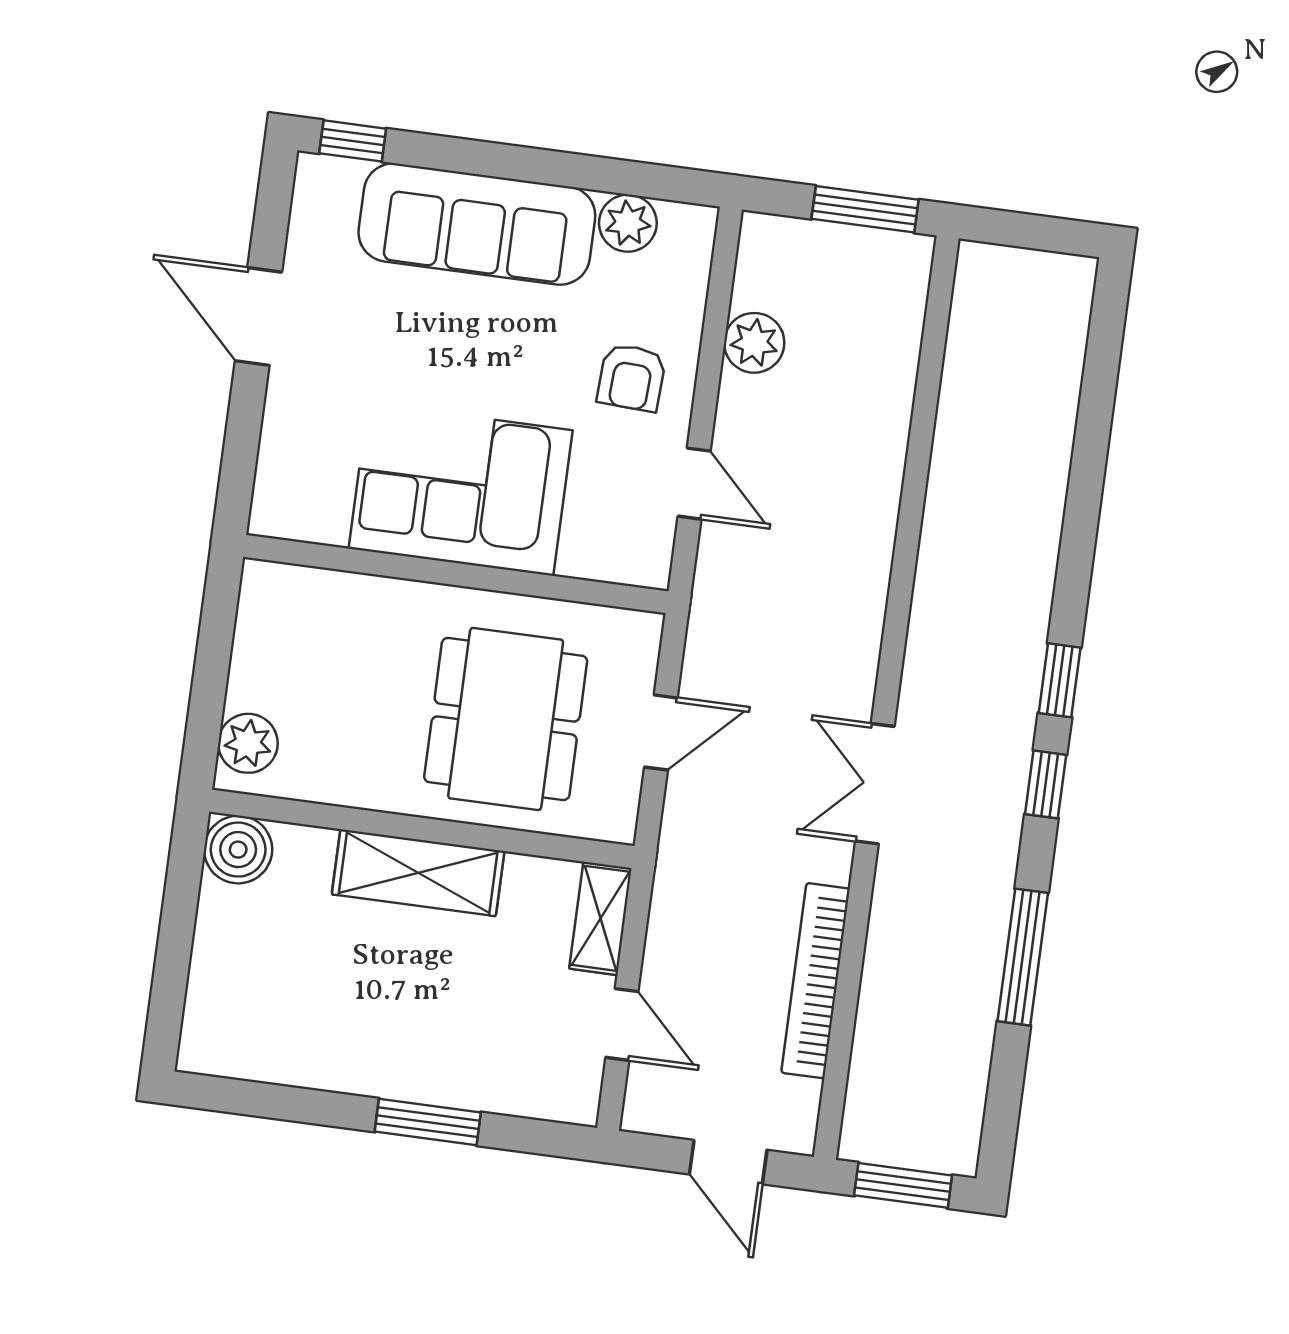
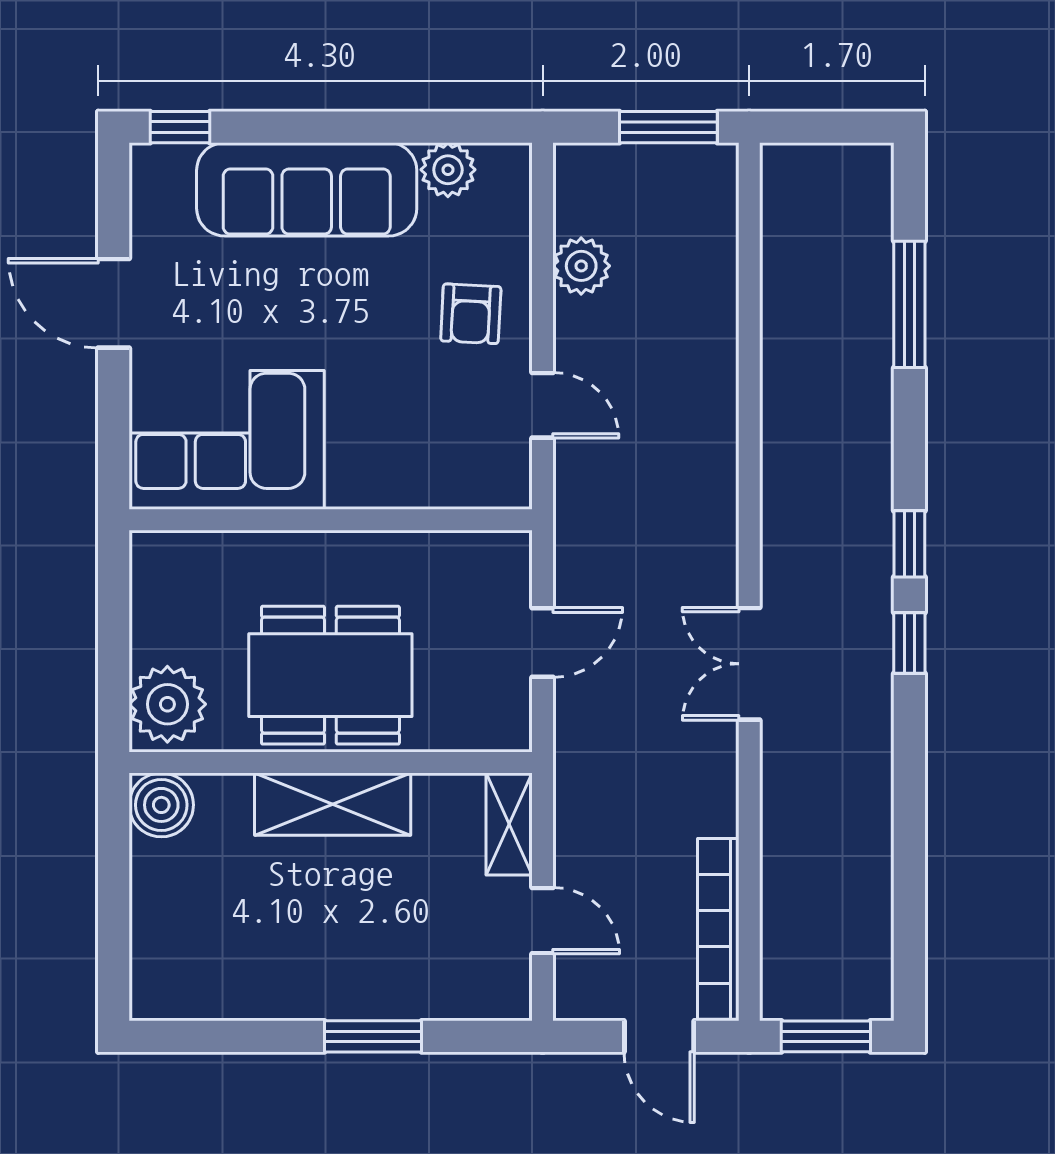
corner sofa: (461, 489) -> (227, 440), moved
dining table: (506, 719) -> (330, 675), moved, turned 90
plant: (248, 743) -> (167, 704), width x1.36, depth x1.36
window: (1023, 957) -> (909, 304), moved
bookcase: (815, 981) -> (718, 929), moved

